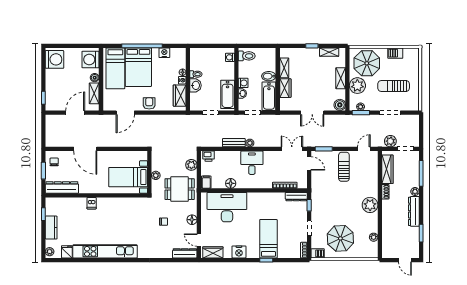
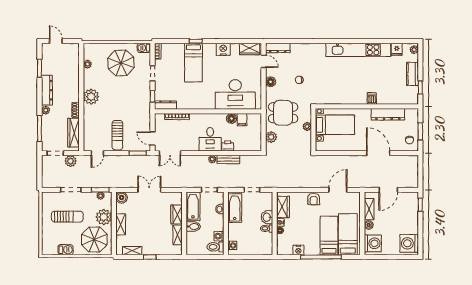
bed: (138, 67) -> (329, 236), width x0.67
washing machine: (243, 83) -> (219, 236), moved
printer: (209, 156) -> (228, 146), moved
filing cabinet: (206, 182) -> (242, 120), moved
dresser: (62, 188) -> (388, 114), moved

